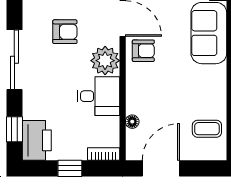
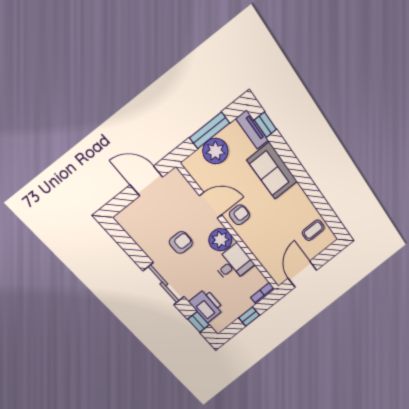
floor lamp: (132, 122) -> (265, 262), removed
printer: (37, 140) -> (207, 306), moved

